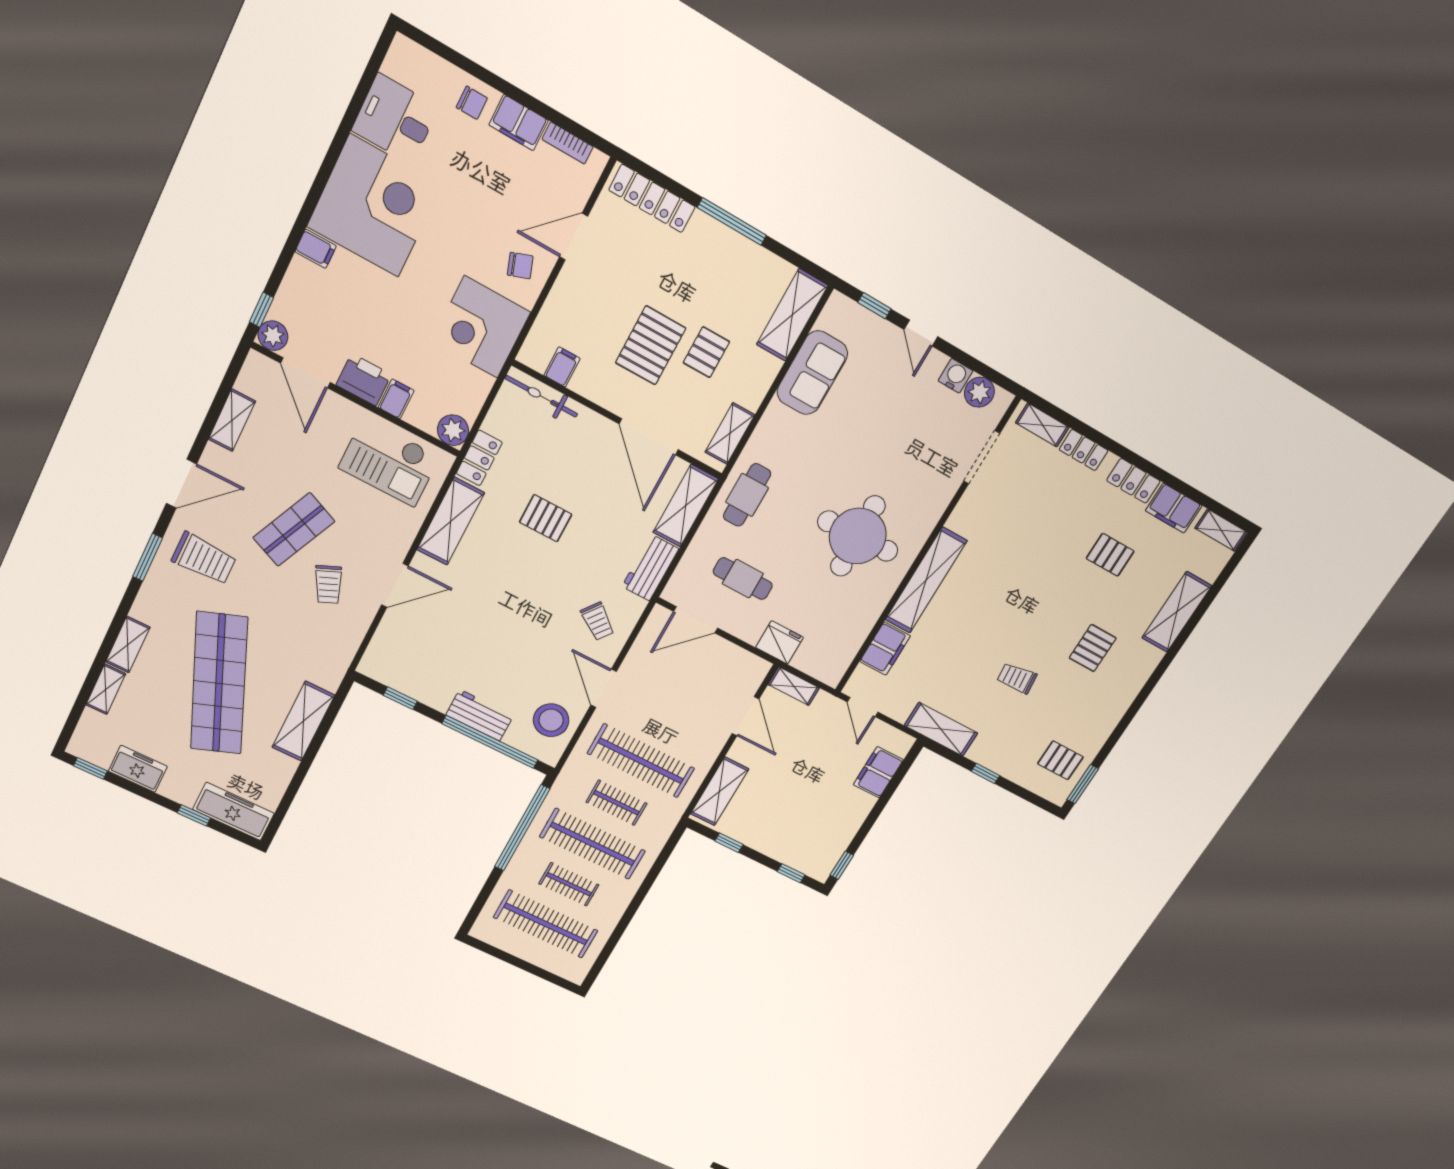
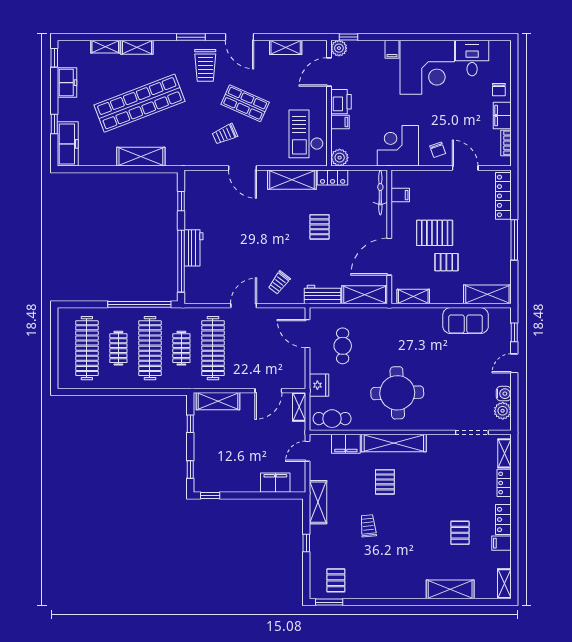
cafe table: (747, 495) -> (332, 419), moved
filing cabinet: (1174, 508) -> (502, 543), width x0.50
pallet: (1093, 648) -> (385, 482), moved, turned 90
stool: (551, 720) -> (211, 287), removed

